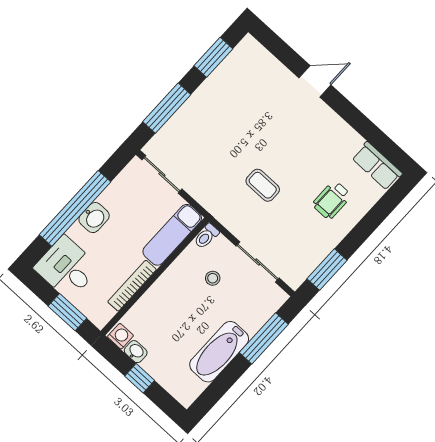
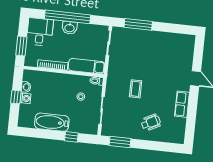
window: (213, 57) -> (174, 28), removed
row of seats: (377, 166) -> (182, 104), moved
wheelchair: (332, 200) -> (151, 123), turned 152
washing machine: (120, 336) -> (25, 98), moved
window: (264, 338) -> (71, 137), width x0.46

